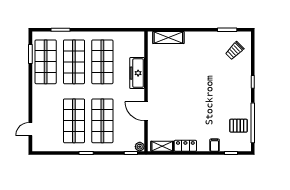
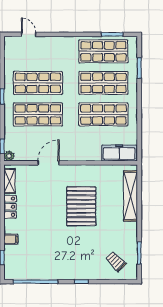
shelving: (168, 38) -> (130, 196), width x1.47
freezer: (137, 73) -> (119, 153), moved
pallet: (239, 126) -> (81, 206), moved, width x2.05, depth x2.00

